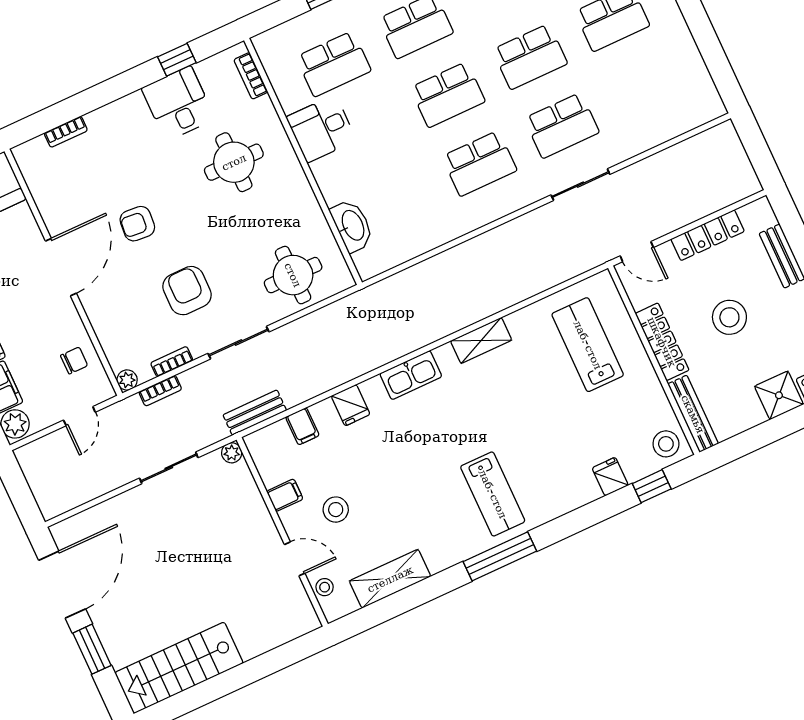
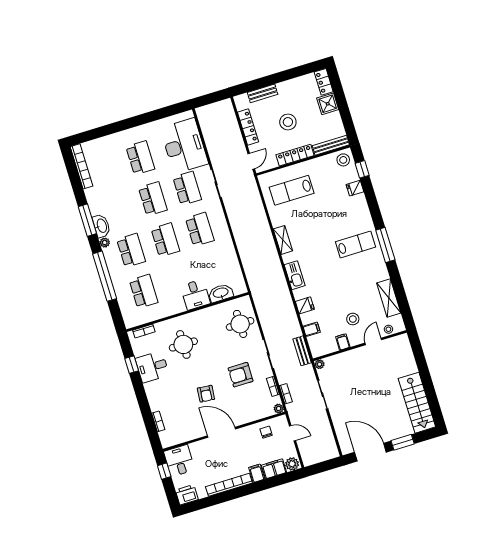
desk: (650, 107) -> (184, 146), added
desk: (321, 129) -> (195, 295), moved

